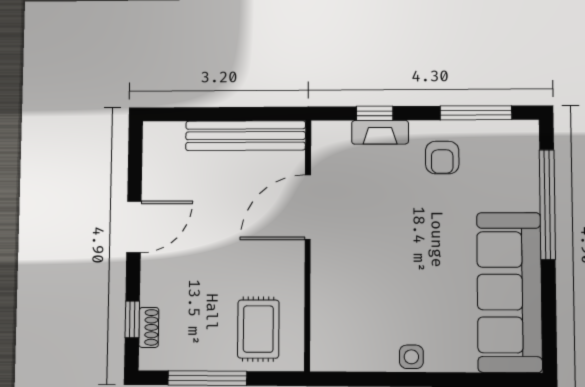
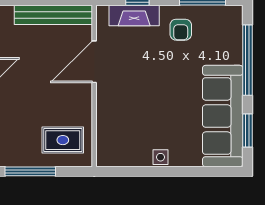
fireplace: (380, 132) -> (134, 15), width x1.37, depth x1.32
window: (549, 315) -> (247, 131), added
rug: (258, 329) -> (63, 140), turned 90

